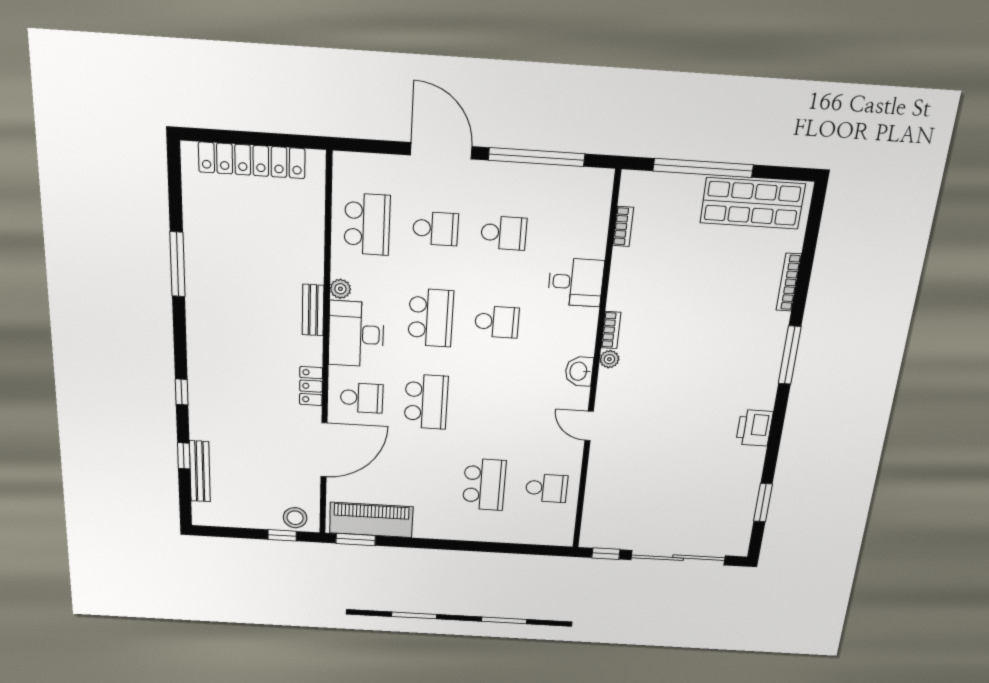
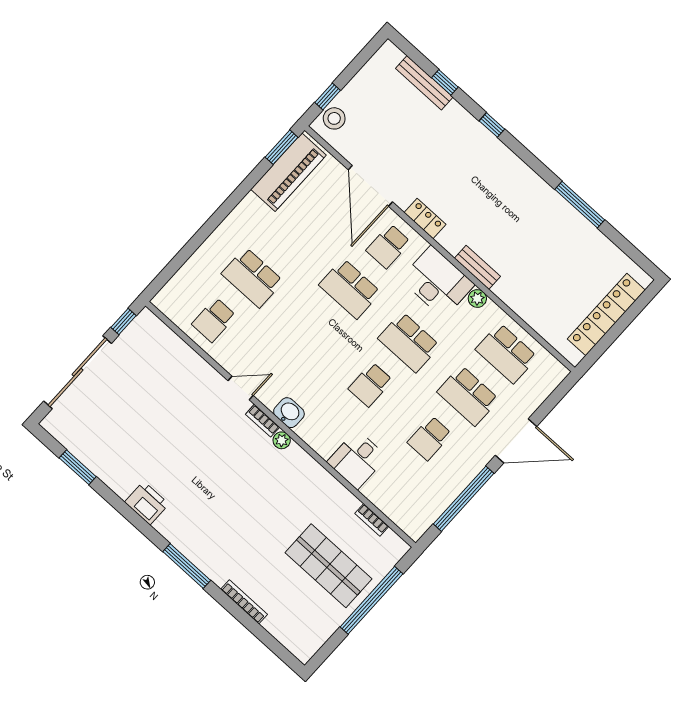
shop shelf: (752, 203) -> (328, 566), moved, turned 90
school desk: (435, 229) -> (468, 396), width x1.85
bookcase: (611, 330) -> (263, 421), moved

